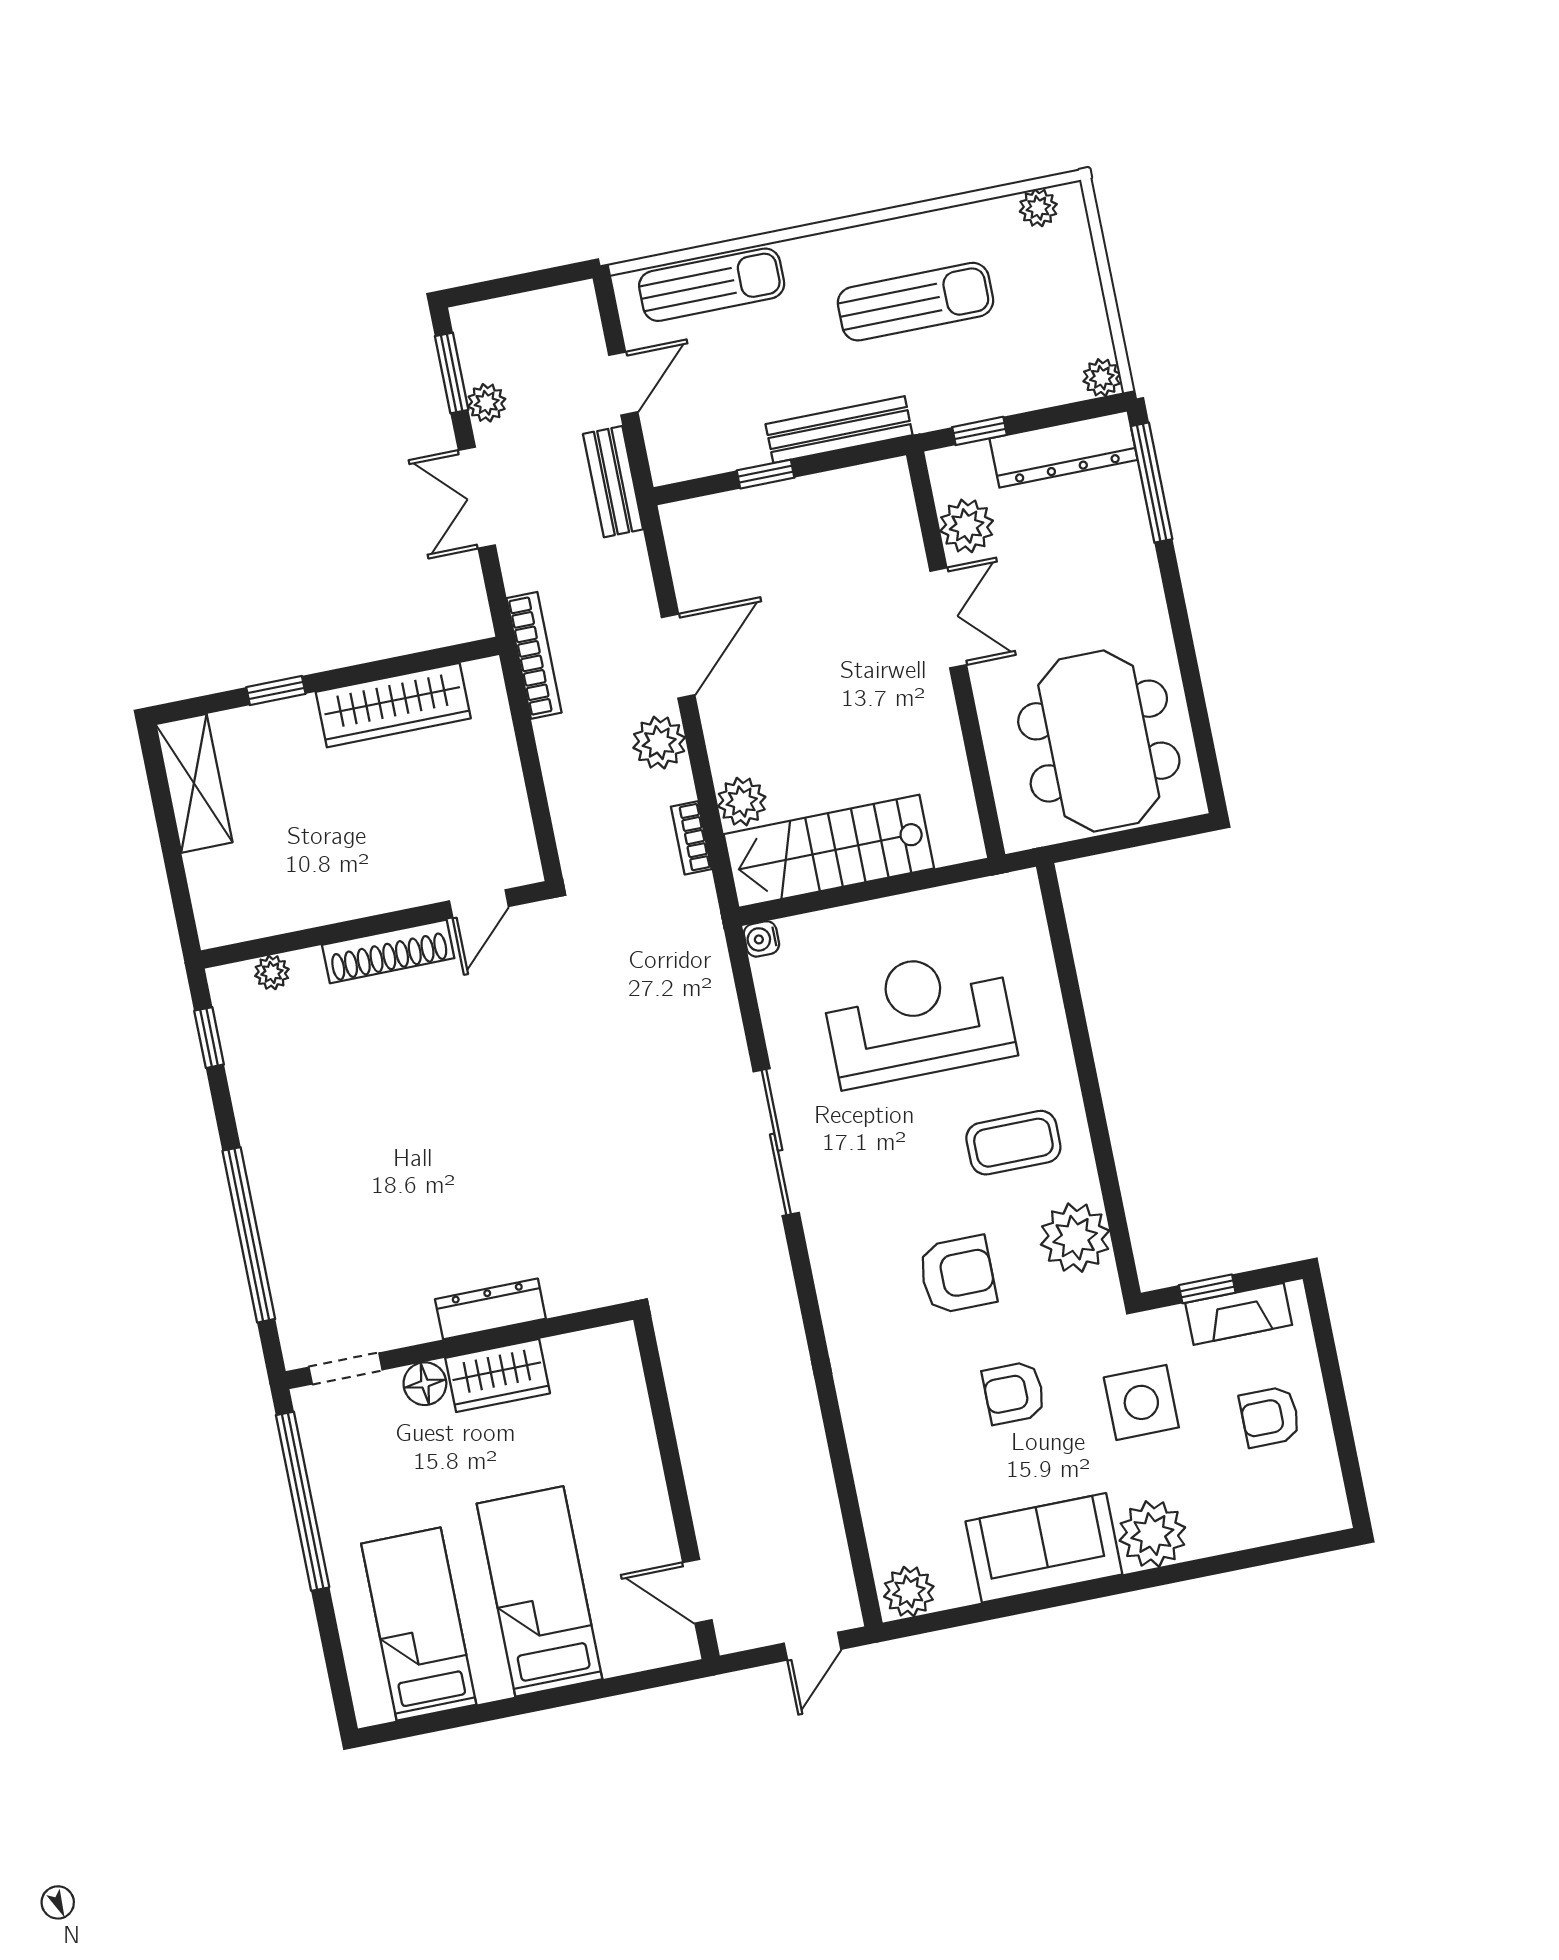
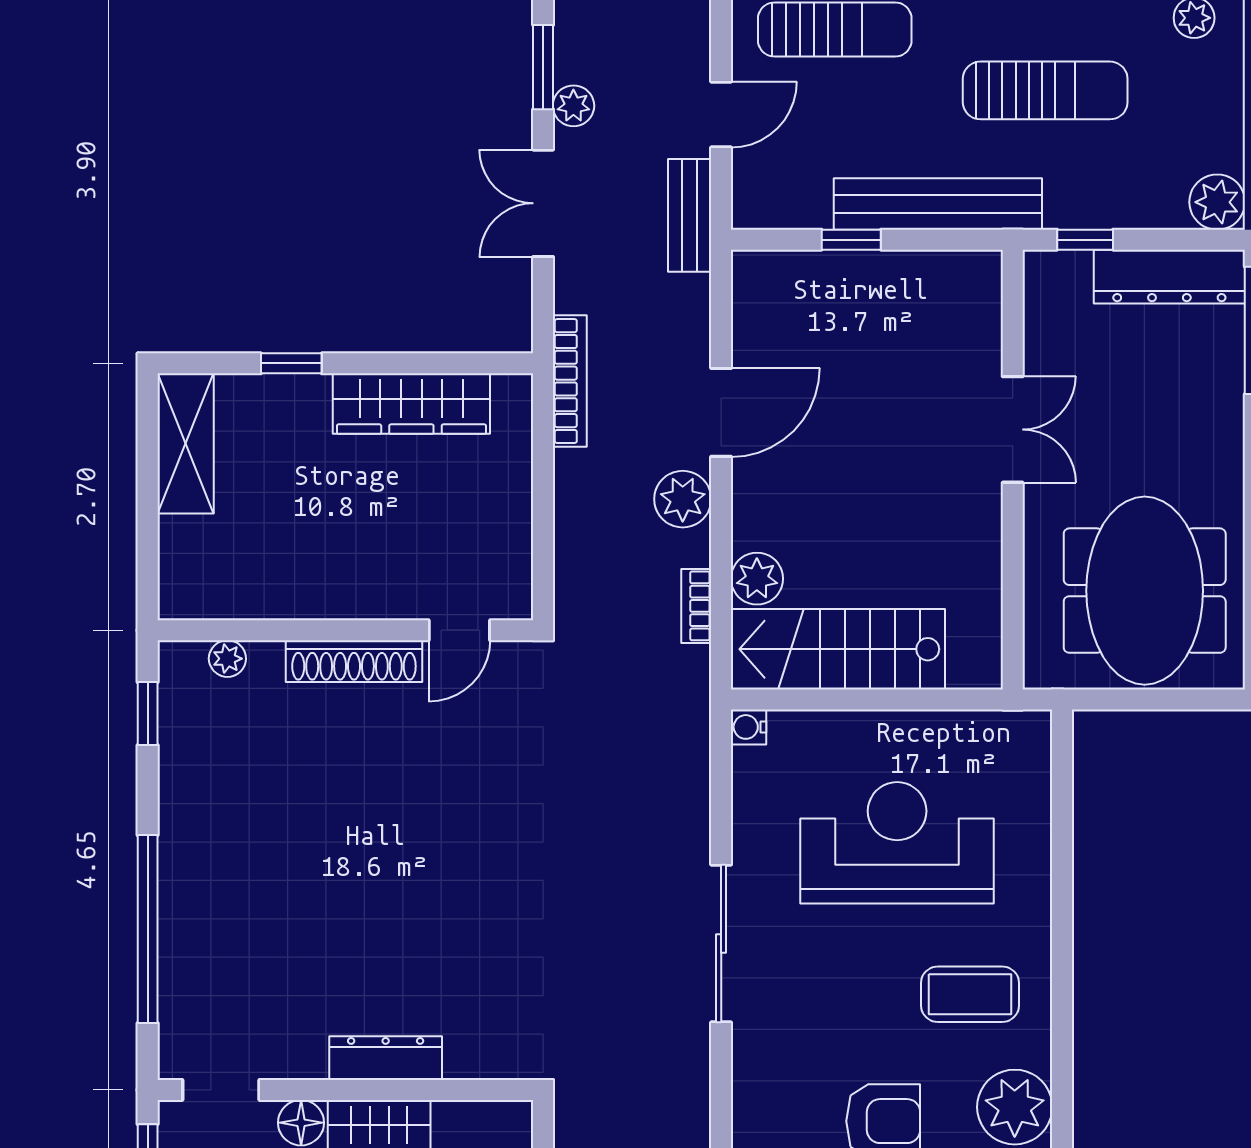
plant: (1102, 378) -> (1217, 202), width x1.38, depth x1.38
bench: (839, 430) -> (938, 204), width x1.37, depth x1.21
plant: (967, 526) -> (1051, 337), removed

